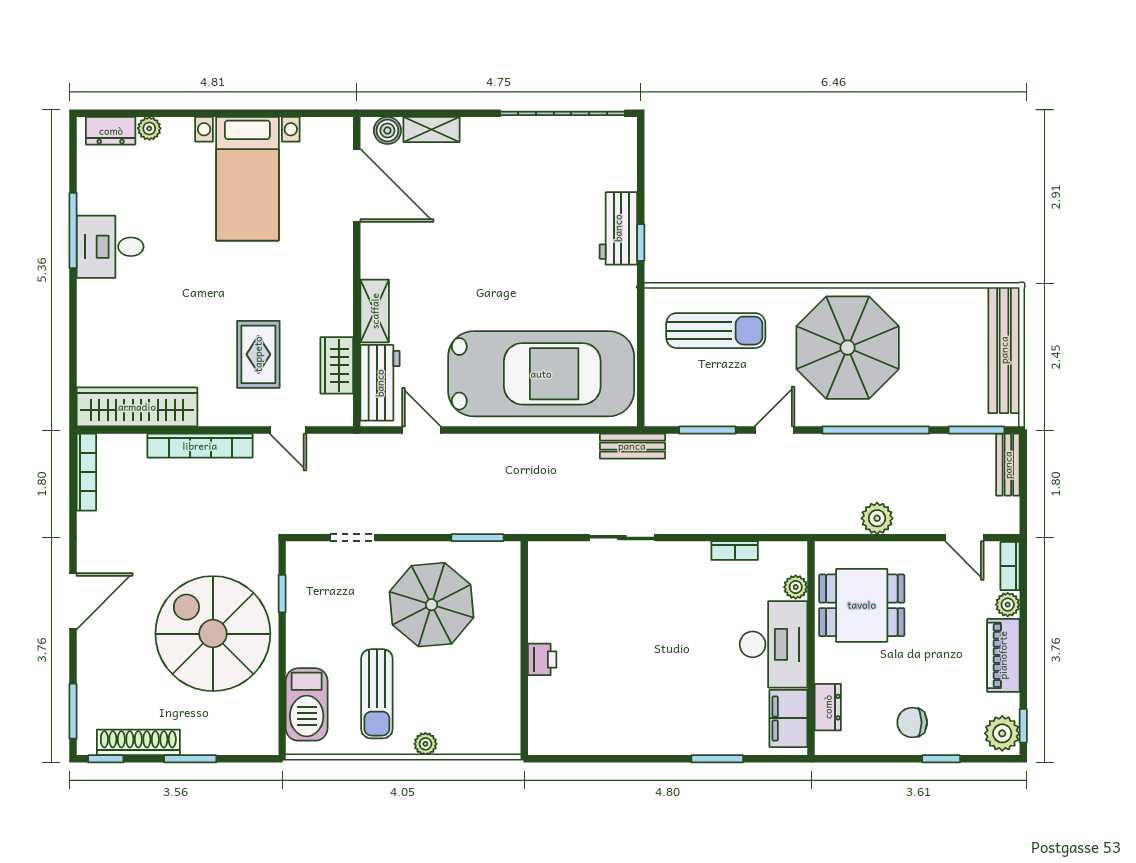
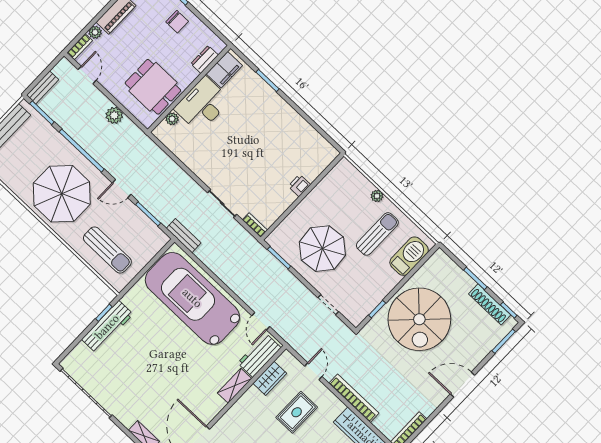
workbench: (618, 228) -> (107, 327), width x1.37
sun lounger: (716, 331) -> (107, 250), turned 180
bookcase: (735, 551) -> (255, 225), moved

